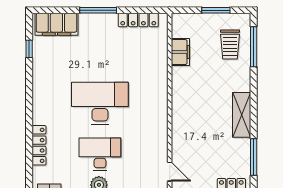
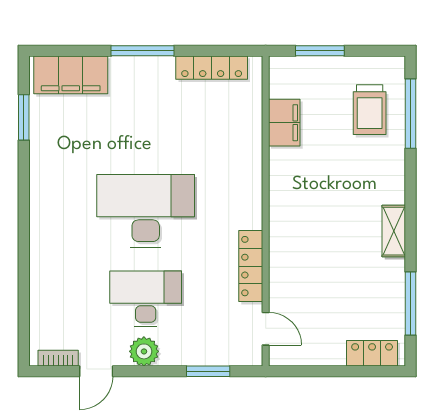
window: (216, 10) -> (320, 51), moved
window: (29, 49) -> (24, 117), width x1.50
shelving: (242, 115) -> (394, 231), width x0.67, depth x0.75
locker: (39, 145) -> (251, 266), moved, turned 180

